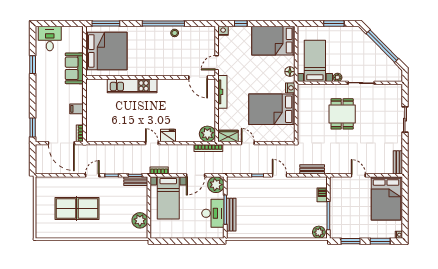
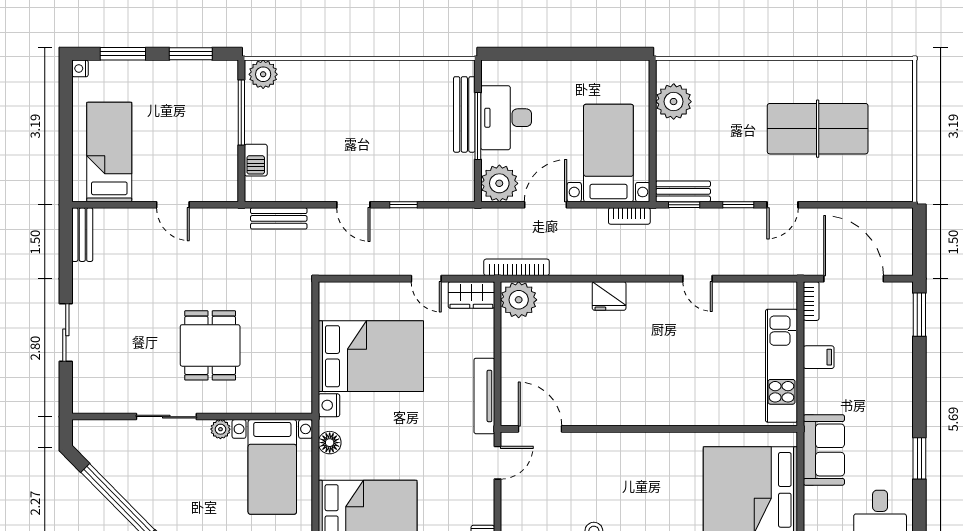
kitchen unit: (132, 86) -> (782, 366), moved, turned -90
door: (152, 143) -> (698, 279), moved
bed: (386, 198) -> (109, 152), width x0.67

